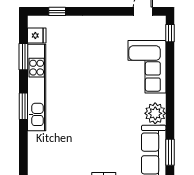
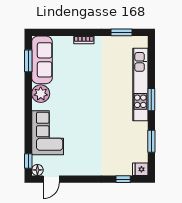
floor lamp: (159, 22) -> (37, 170), added
fridge: (37, 35) -> (140, 169), moved
kitchen unit: (37, 88) -> (140, 85), moved

